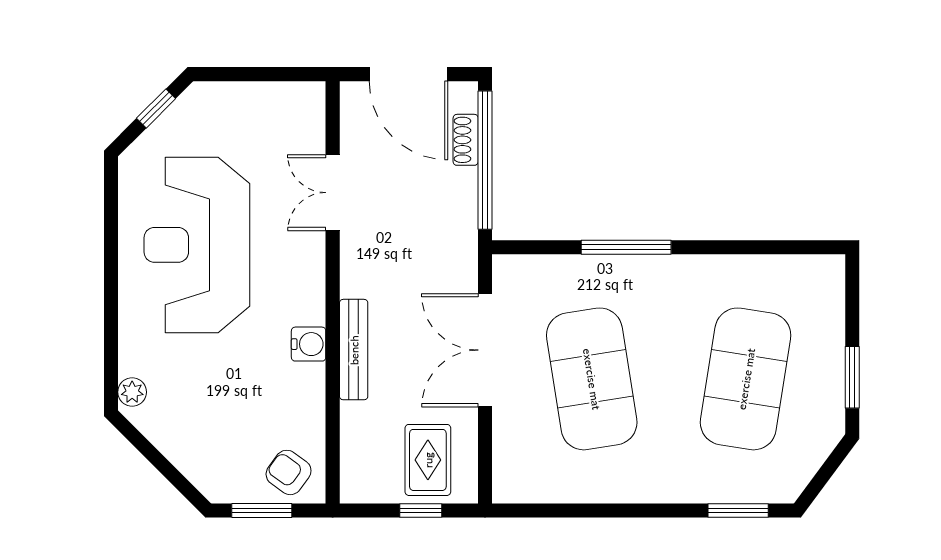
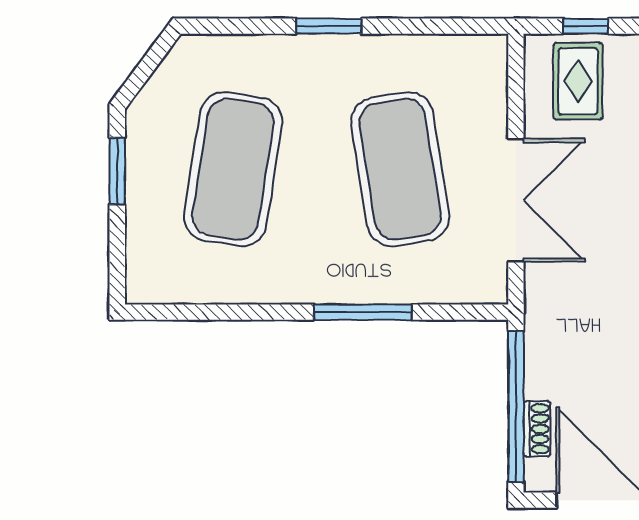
window: (738, 511) -> (329, 26), moved

